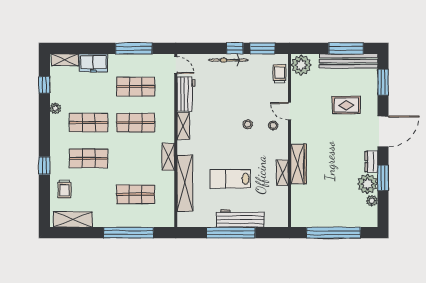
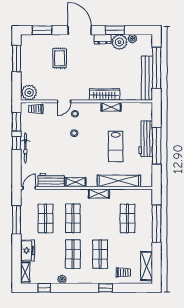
bench: (348, 61) -> (147, 78), moved

